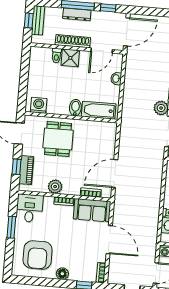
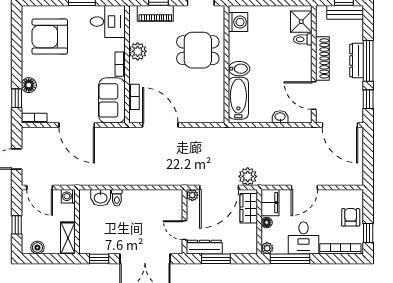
shower: (70, 58) -> (301, 22), moved
door: (109, 240) -> (77, 125), hinge flipped
floor lamp: (62, 274) -> (29, 85), moved

